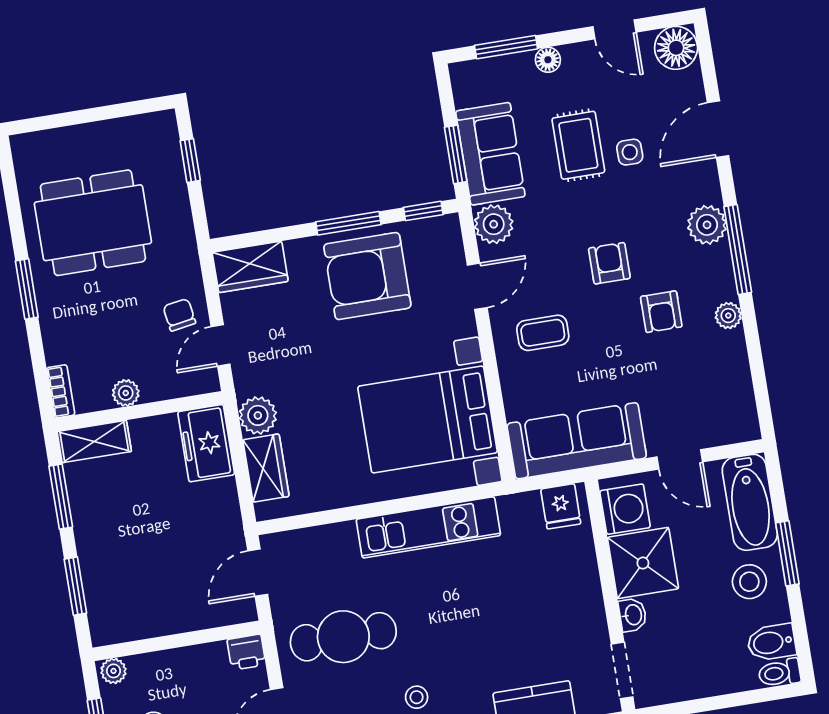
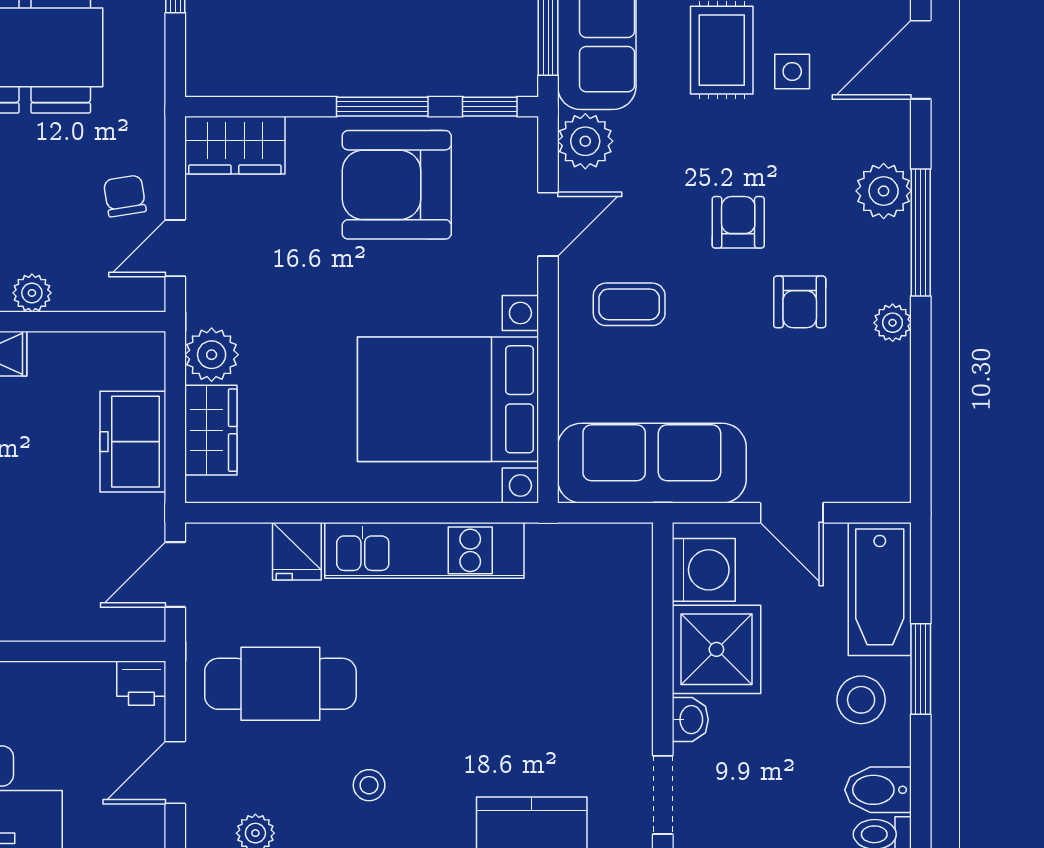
freezer: (206, 443) -> (133, 442), moved
fridge: (561, 506) -> (297, 551), moved

